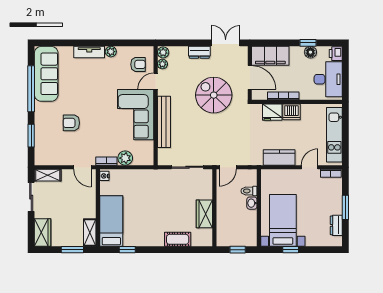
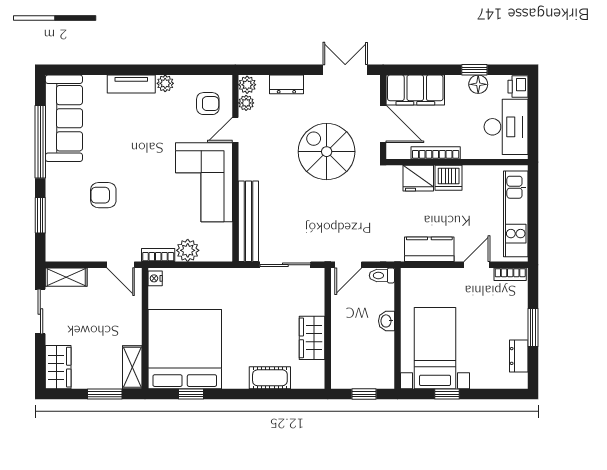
dresser: (199, 52) -> (286, 84), moved
bench: (164, 122) -> (248, 221), moved
toilet: (249, 191) -> (382, 275), moved
bed: (111, 221) -> (185, 349), width x2.04

